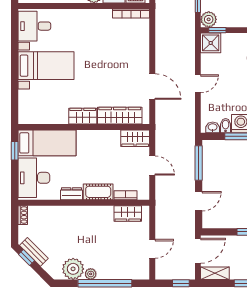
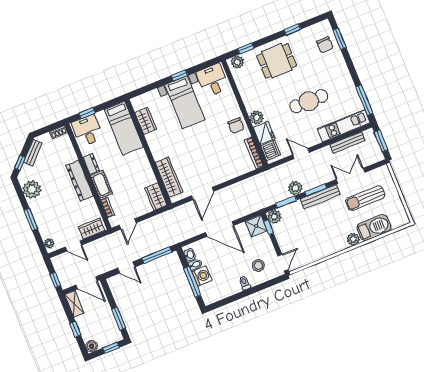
chair: (94, 21) -> (236, 126), added
window: (15, 60) -> (179, 75), added
door: (198, 84) -> (220, 229), width x1.88
wardrobe: (83, 116) -> (146, 121), moved
window: (15, 151) -> (87, 113), moved
door: (152, 166) -> (128, 224), moved
desk: (34, 178) -> (87, 131), width x0.73
wardrobe: (128, 213) -> (92, 229), moved, turned 90
dresser: (84, 214) -> (80, 181), added
window: (26, 257) -> (20, 163), moved
plant: (91, 274) -> (49, 243), moved
window: (105, 283) -> (31, 219), width x0.47

